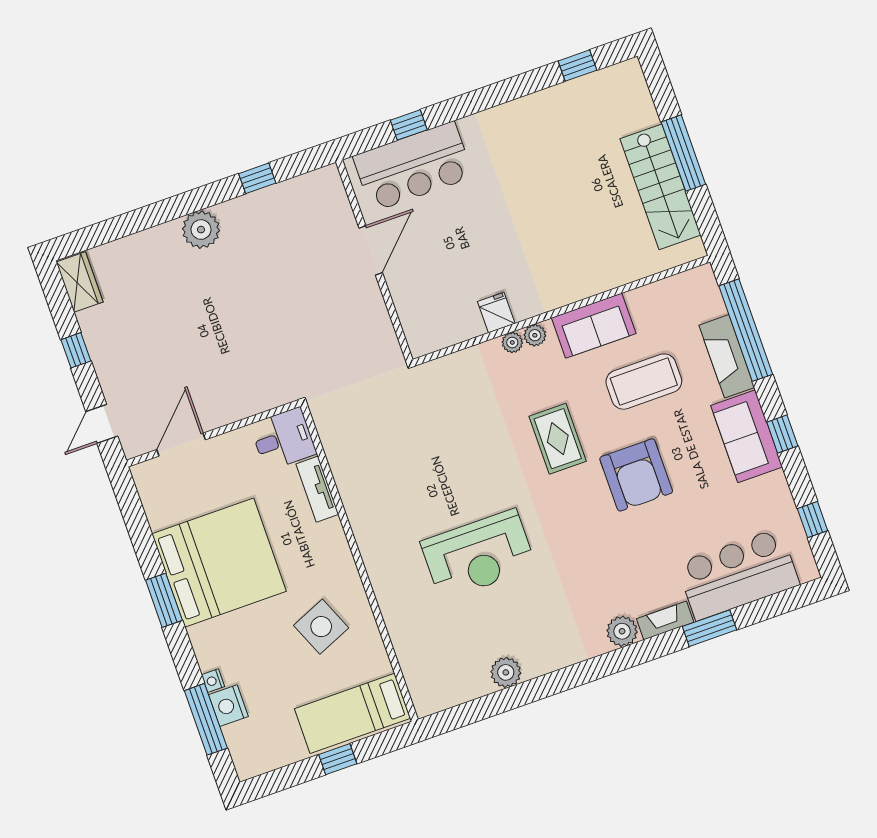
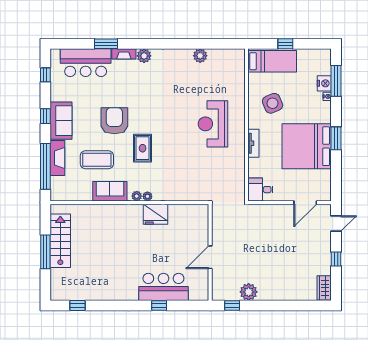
plant: (201, 230) -> (249, 292), moved
door: (371, 250) -> (210, 257), moved
wall: (374, 261) -> (210, 252), moved
fridge: (496, 313) -> (155, 214), width x1.88, depth x1.34
tv unit: (317, 489) -> (253, 143), moved
reception desk: (478, 555) -> (213, 124), moved, turned -90

